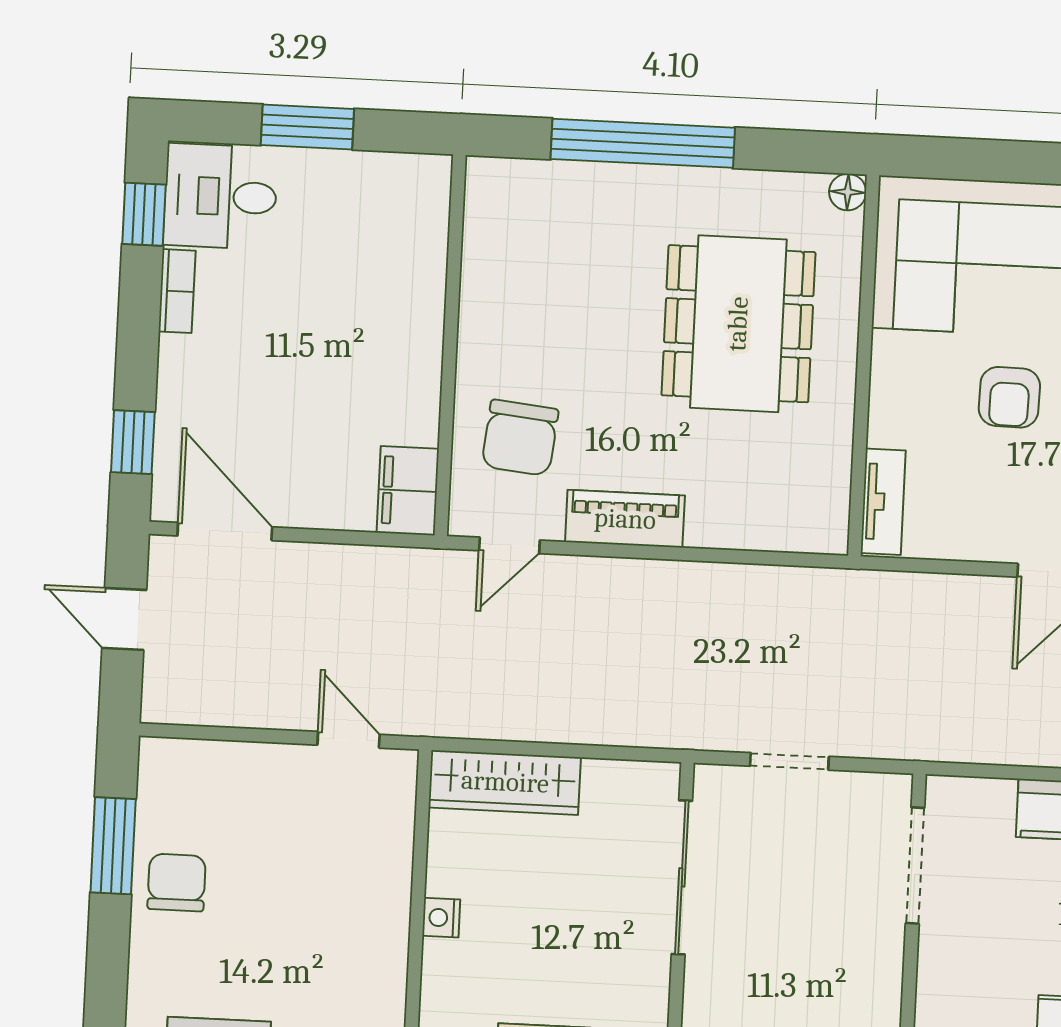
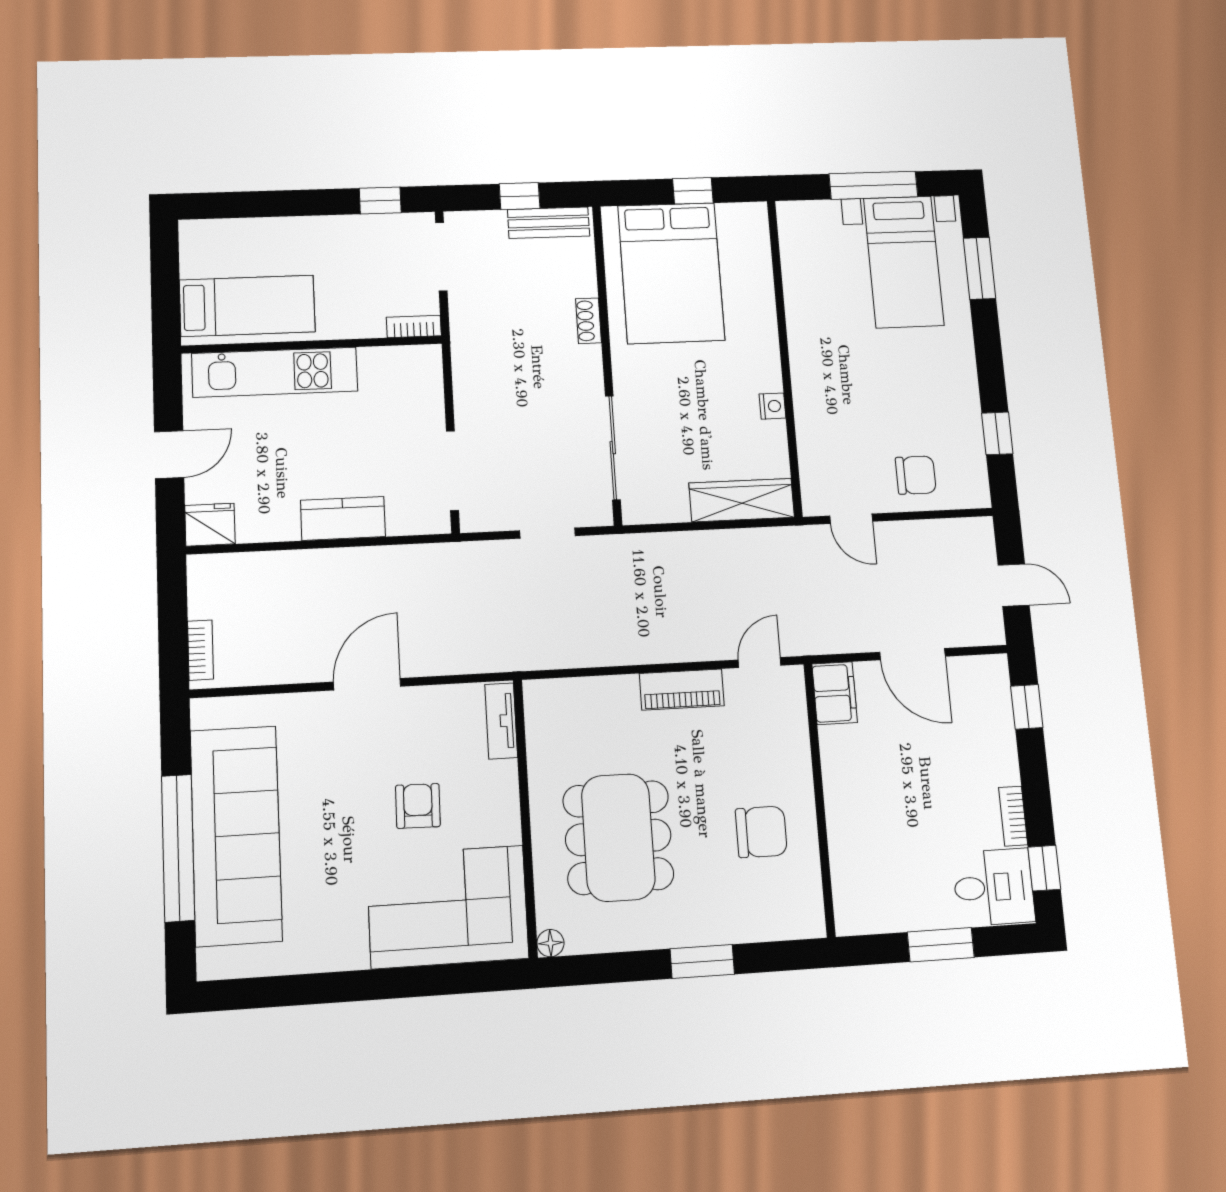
window: (643, 143) -> (702, 961), width x0.47
chair: (520, 438) -> (761, 832), moved, turned 84
door: (225, 531) -> (912, 654), moved
window: (113, 846) -> (997, 433), width x0.67
chair: (177, 882) -> (916, 475), moved, turned -90

